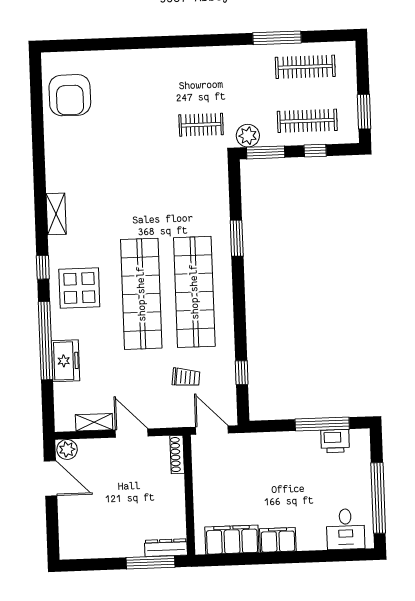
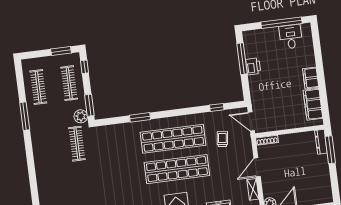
window: (277, 38) -> (25, 116), moved
clothes rail: (201, 125) -> (77, 144), width x1.36
window: (315, 151) -> (84, 67), moved
door: (212, 430) -> (251, 122), hinge flipped
printer: (335, 441) -> (253, 66), moved
desk: (346, 529) -> (291, 37), moved, turned -90

